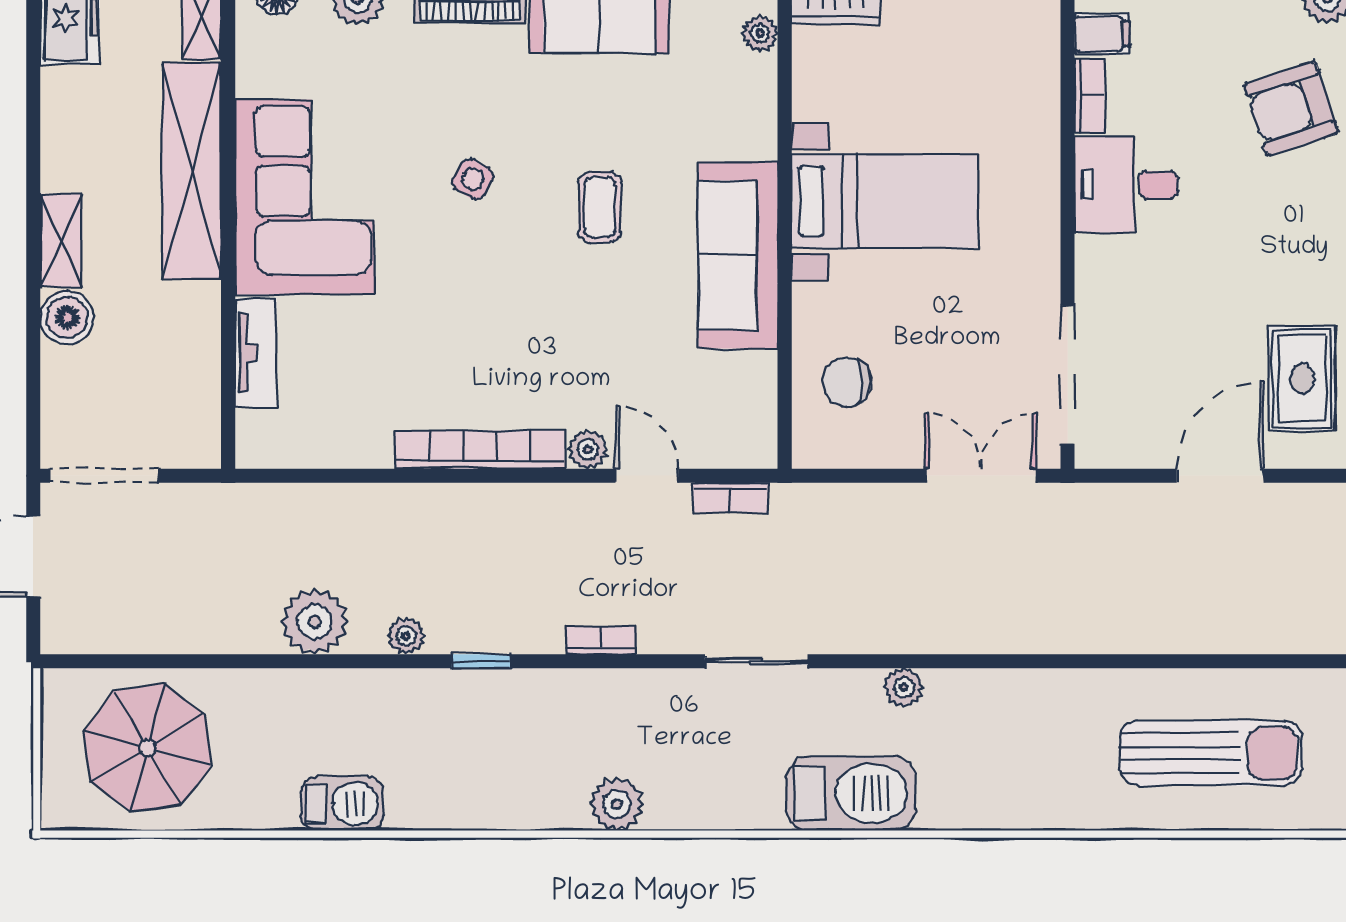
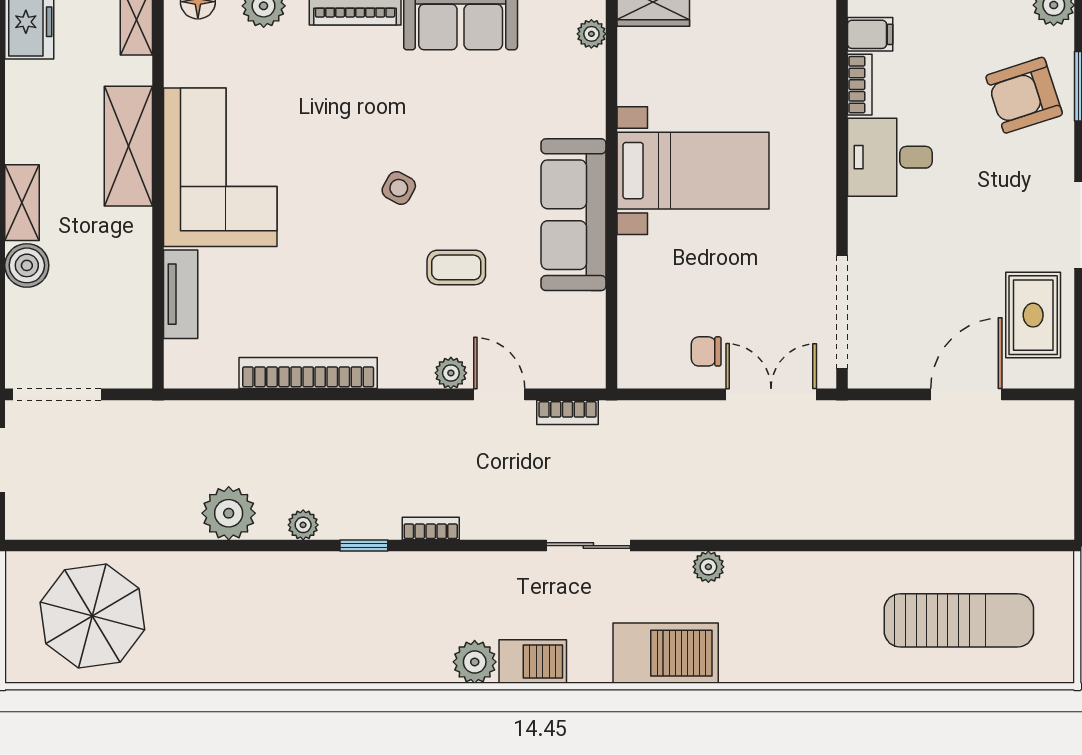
shelving: (192, 171) -> (128, 146), width x0.68
side table: (473, 179) -> (399, 188), moved
coffee table: (600, 207) -> (456, 267), moved, turned 90
chair: (847, 382) -> (706, 351), moved, width x0.73, depth x0.73
bookcase: (480, 450) -> (308, 373), moved
bookcase: (601, 640) -> (431, 529), moved
barbecue: (342, 804) -> (533, 662), moved

